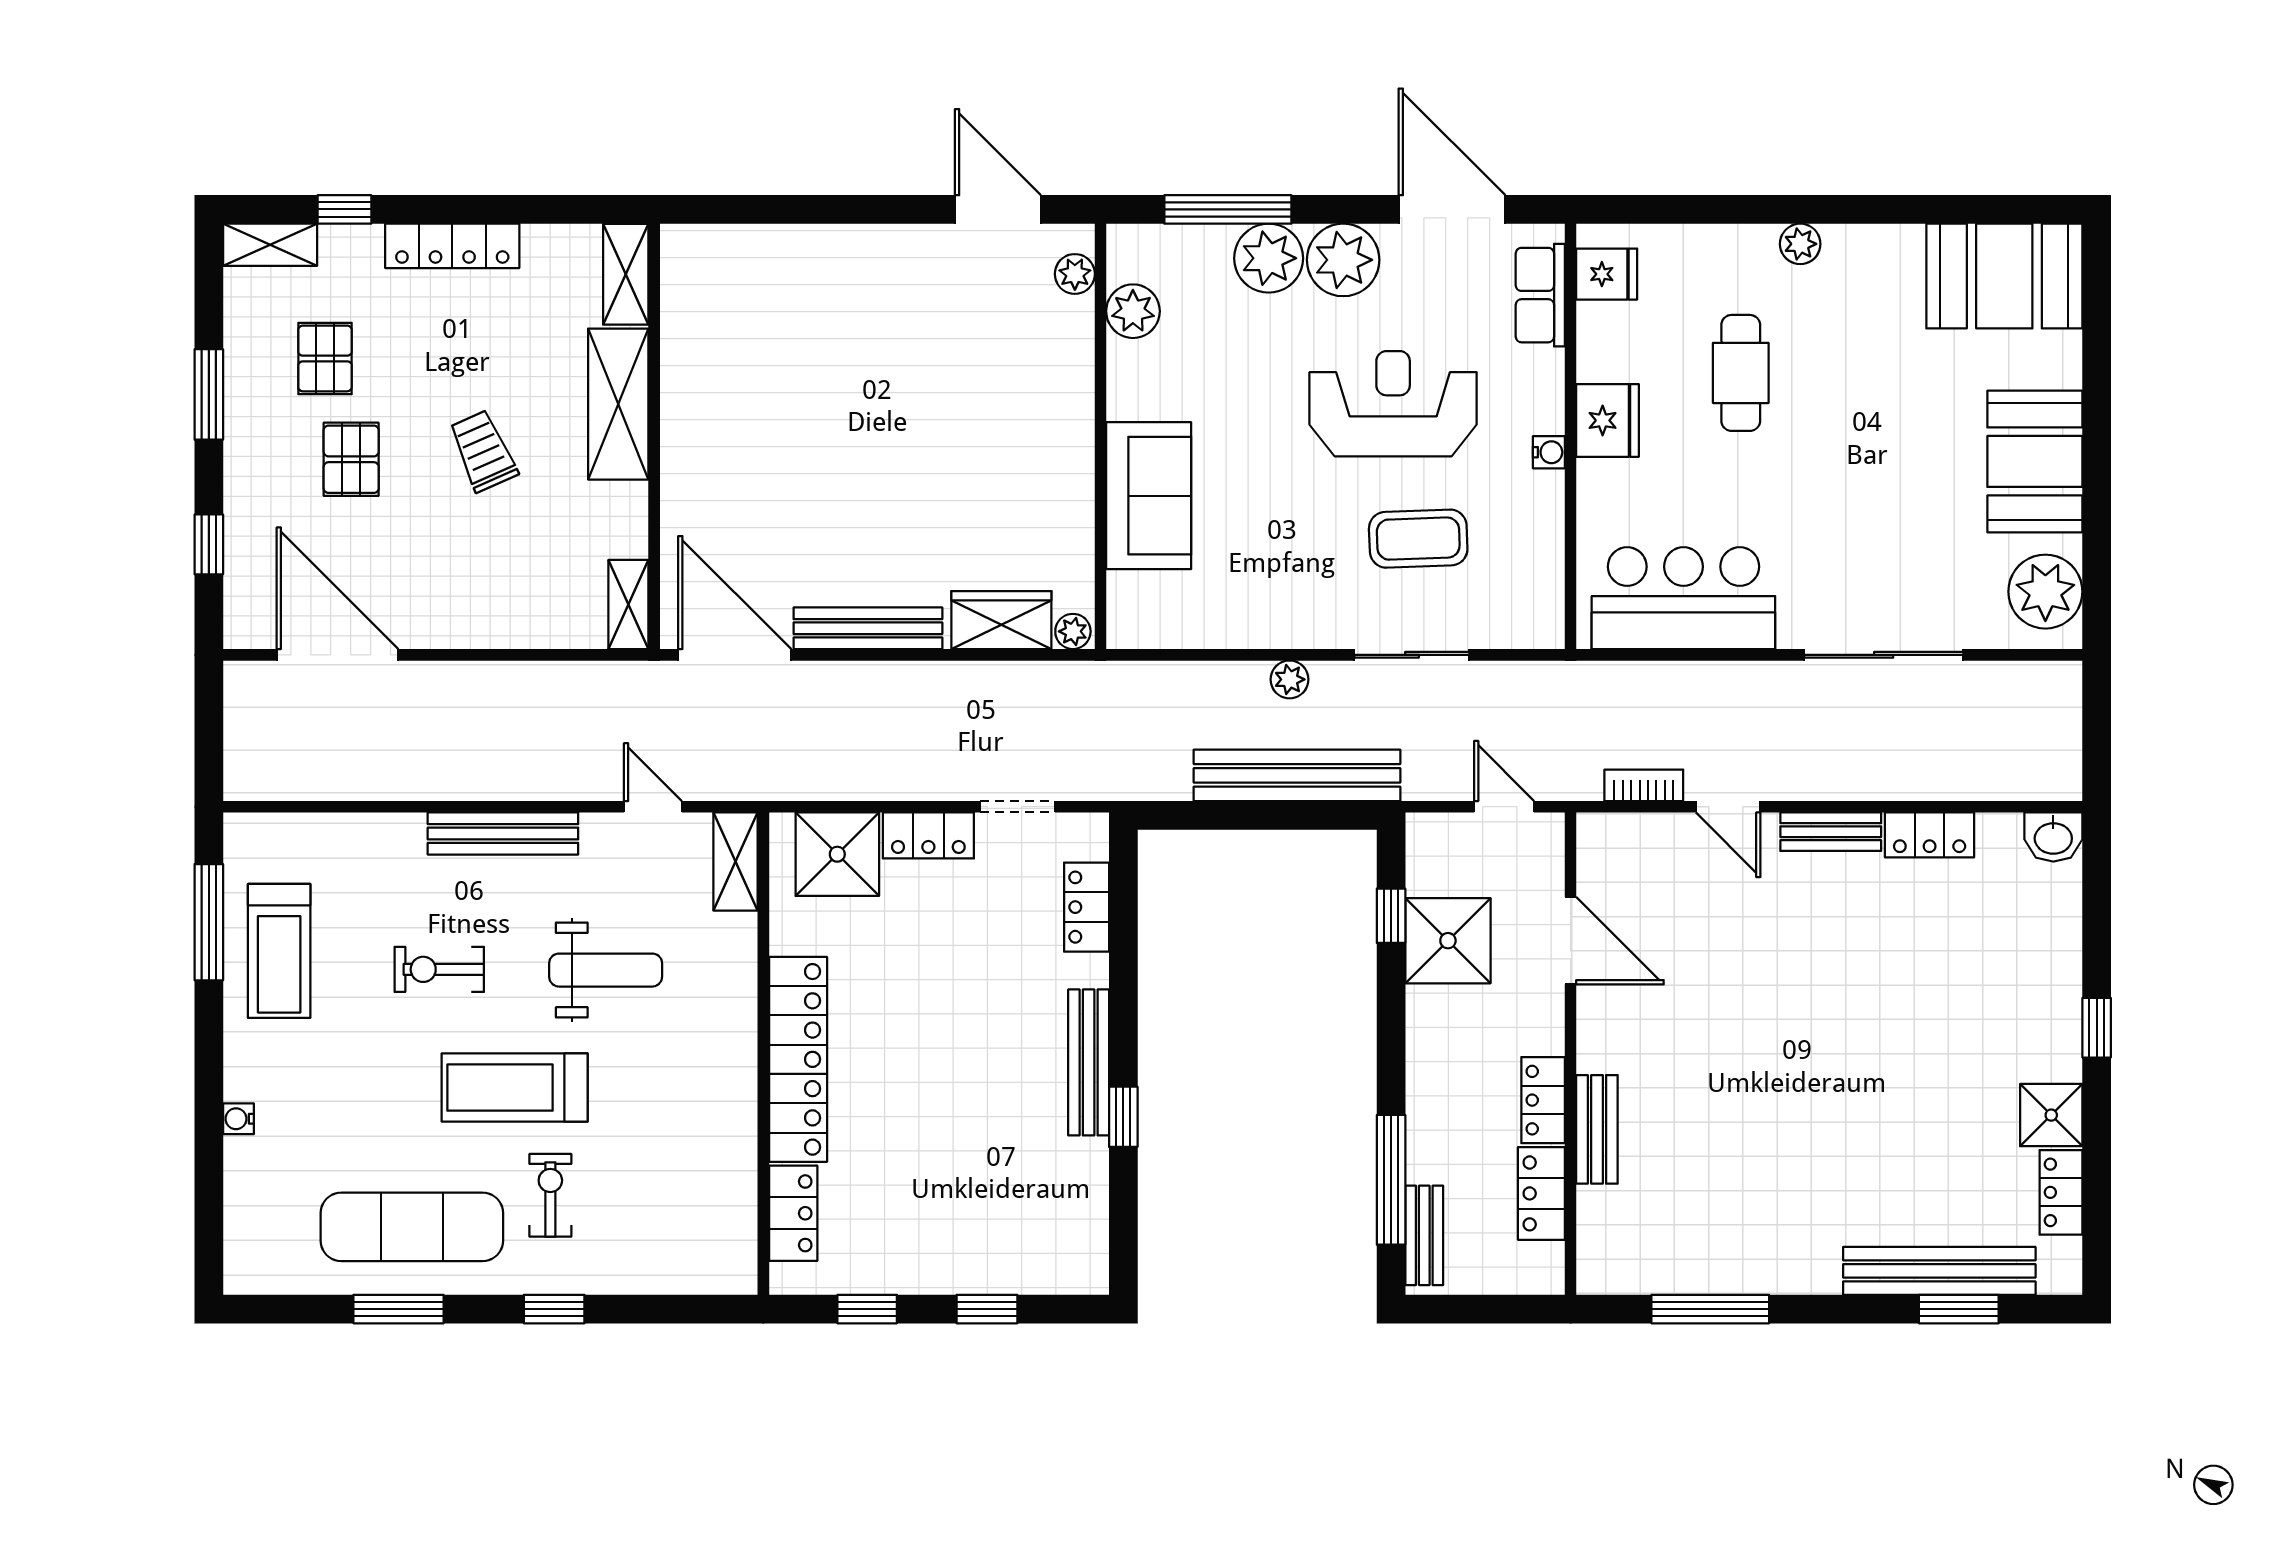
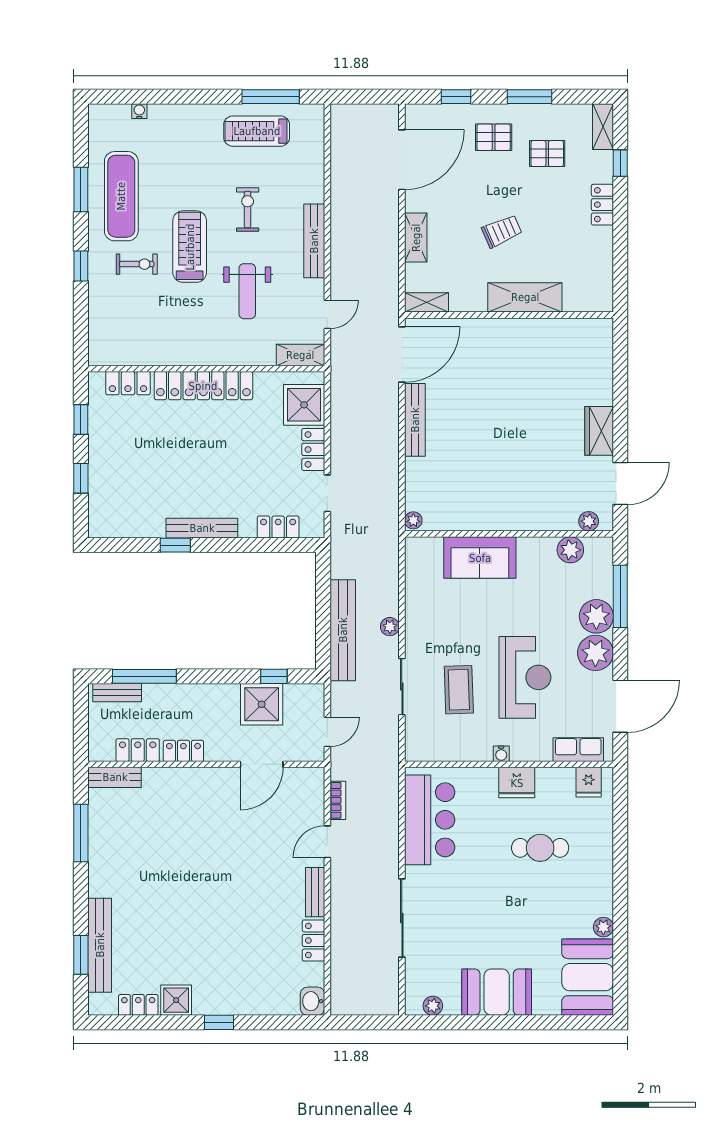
plant: (1800, 244) -> (603, 927), moved
locker: (452, 246) -> (602, 205), width x0.66
shelving: (626, 274) -> (416, 238), moved, turned 90
pallet: (351, 459) -> (494, 137), moved
plant: (2045, 592) -> (433, 1006), width x0.53, depth x0.53
wardrobe: (1001, 620) -> (599, 431), moved, turned 180
water cooler: (238, 1119) -> (139, 111), moved
bench: (1597, 1129) -> (115, 777), moved

